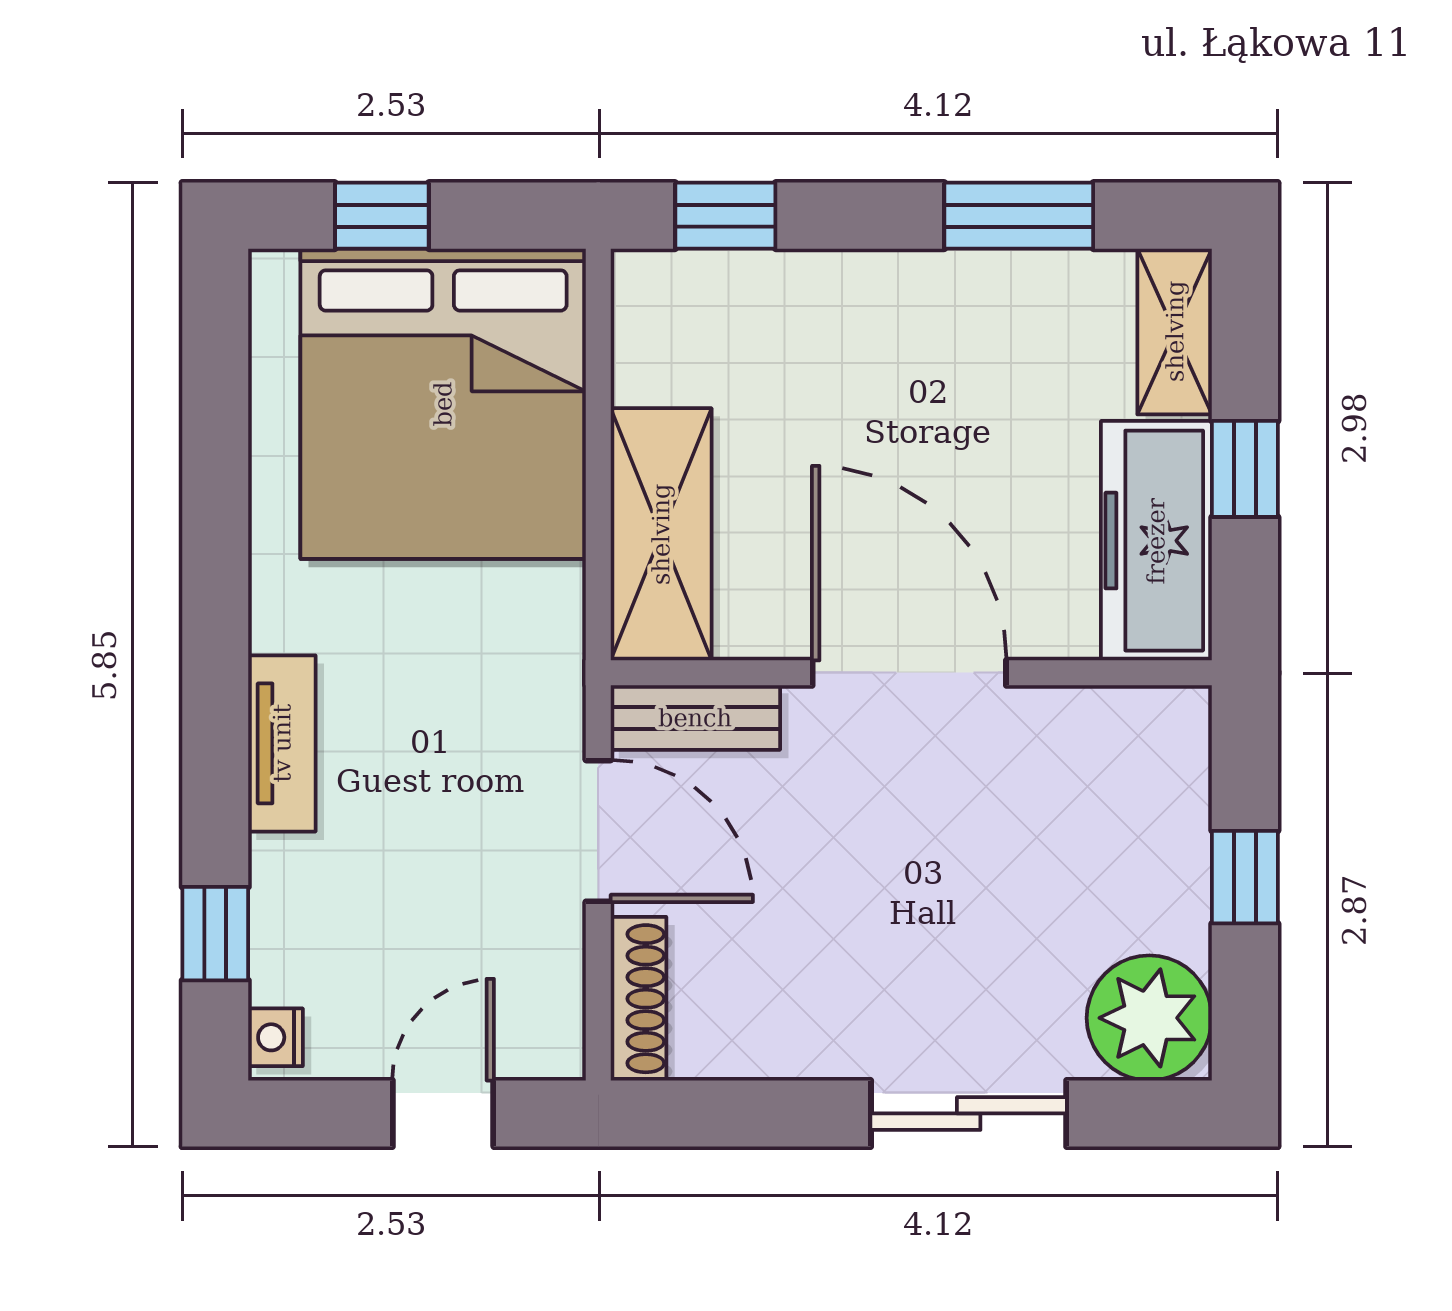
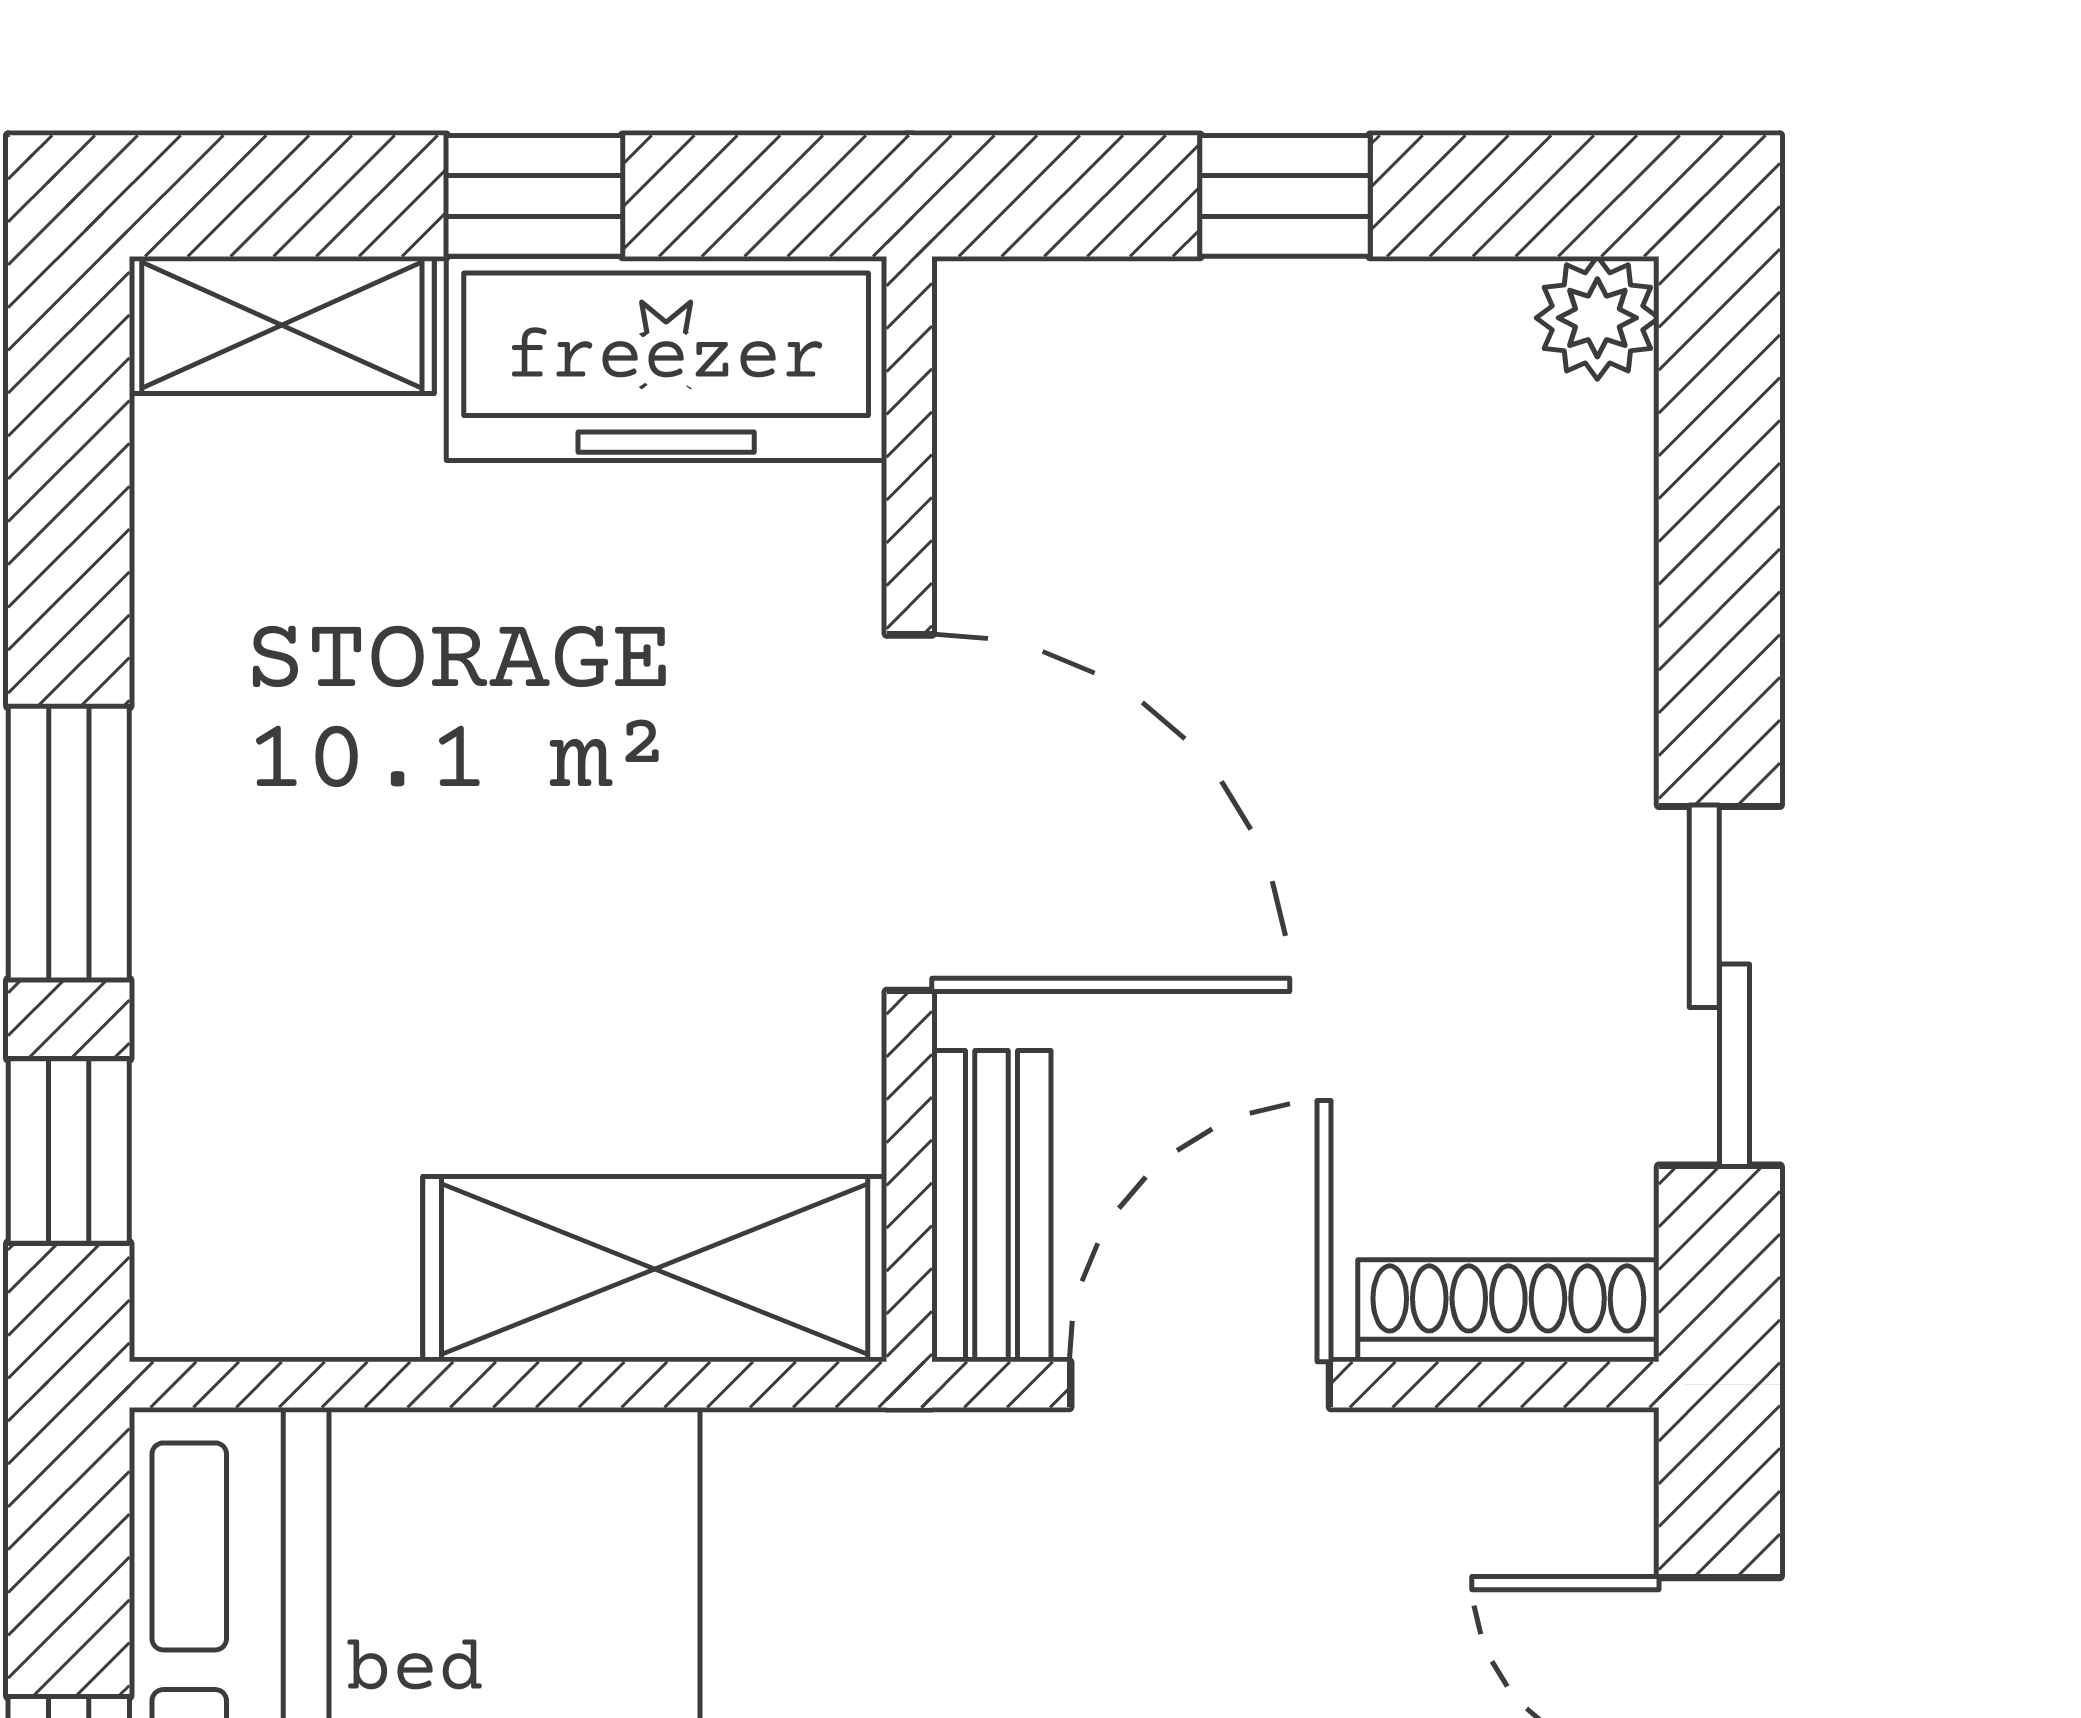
window: (1019, 216) -> (69, 843), moved
door: (909, 673) -> (909, 813), swing flipped
plant: (1149, 1018) -> (1597, 318), width x0.53, depth x0.53
sliding door: (969, 1113) -> (1719, 986), moved

